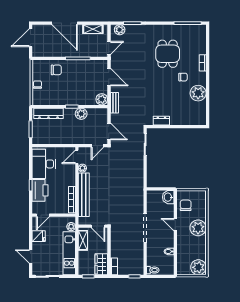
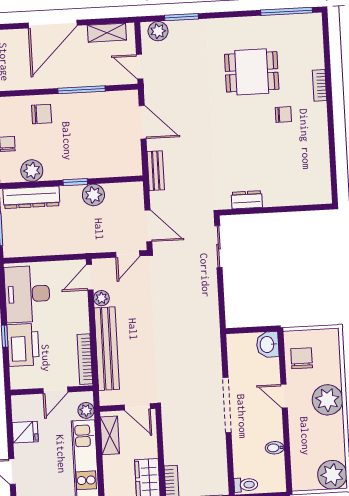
door: (65, 23) -> (53, 24), hinge flipped
door: (109, 48) -> (140, 67), swing flipped
dining table: (168, 54) -> (252, 72), turned 90
plant: (198, 93) -> (314, 144), removed
plant: (102, 99) -> (32, 171), moved
door: (43, 215) -> (55, 390), moved

